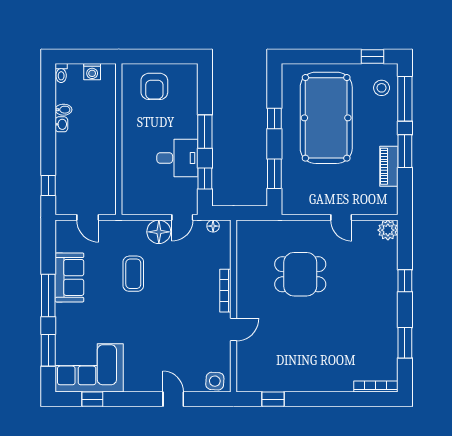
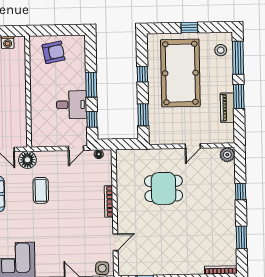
window: (372, 56) -> (189, 28), moved
armchair: (154, 86) -> (54, 52), turned -101
door: (341, 217) -> (193, 146), hinge flipped
floor lamp: (159, 232) -> (27, 160), moved
door: (233, 330) -> (115, 242), moved

